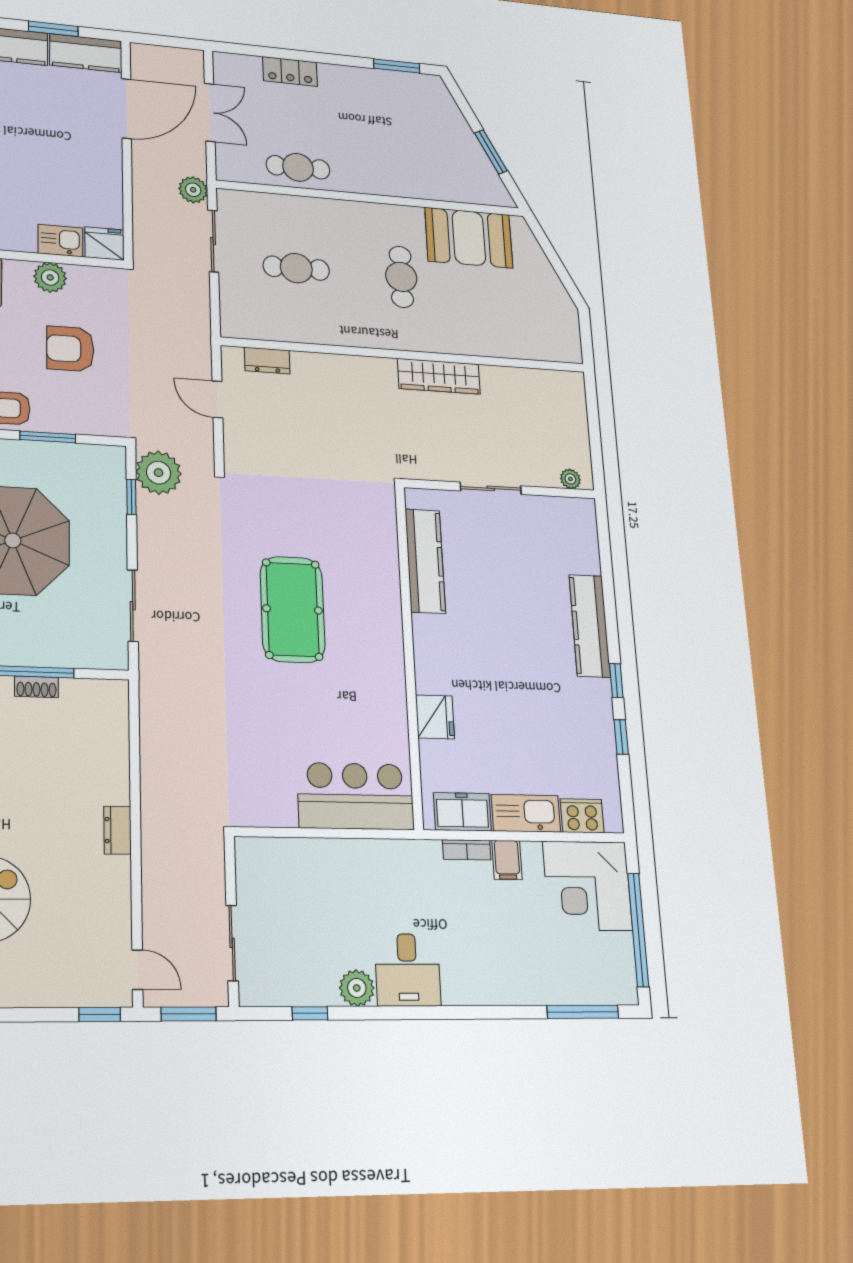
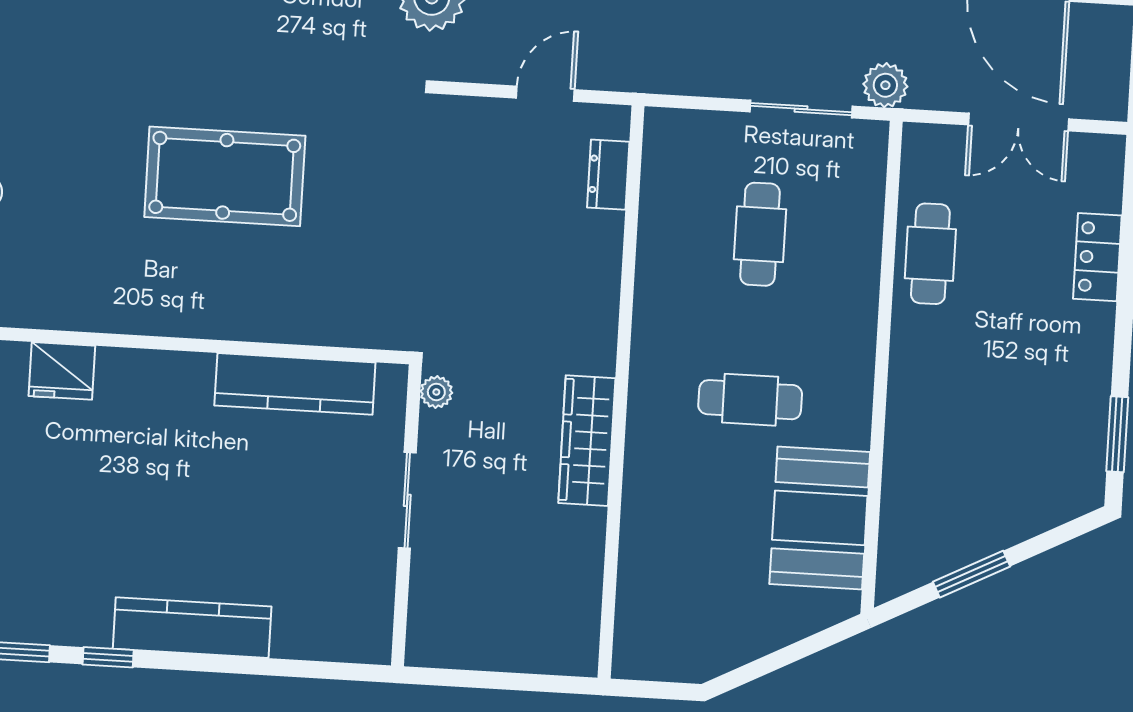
plant: (570, 479) -> (436, 392), moved

